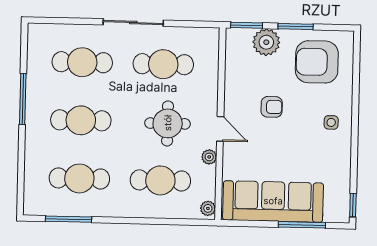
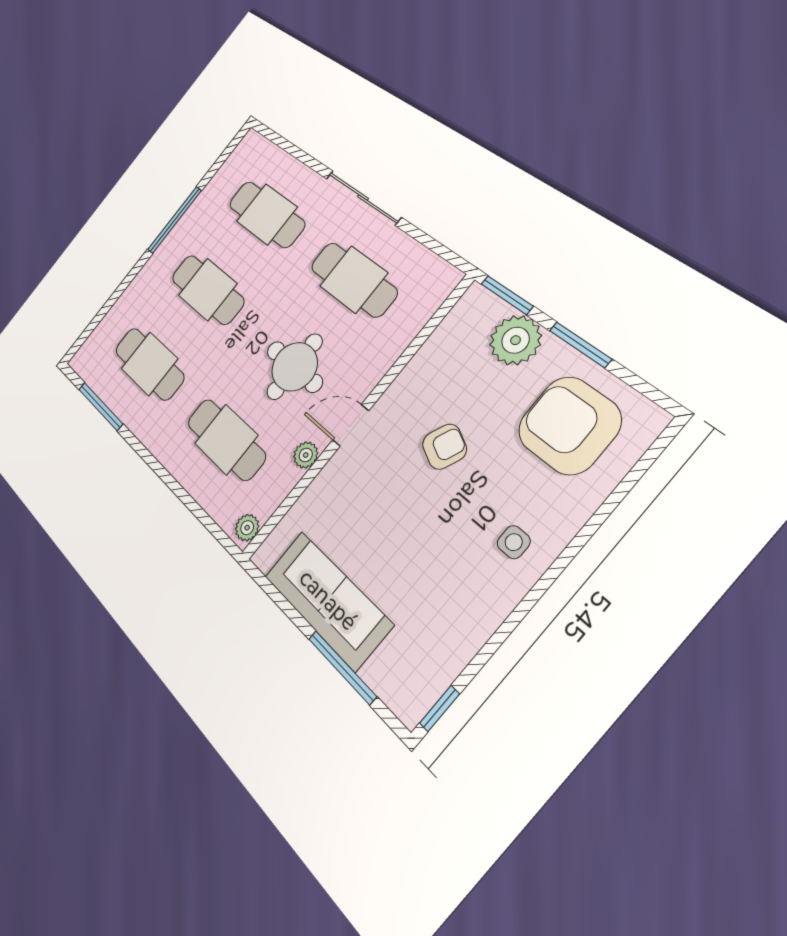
armchair: (272, 107) -> (444, 447), turned -65
door: (220, 129) -> (351, 425), swing flipped
sofa: (273, 201) -> (328, 600), width x0.74, depth x0.79

